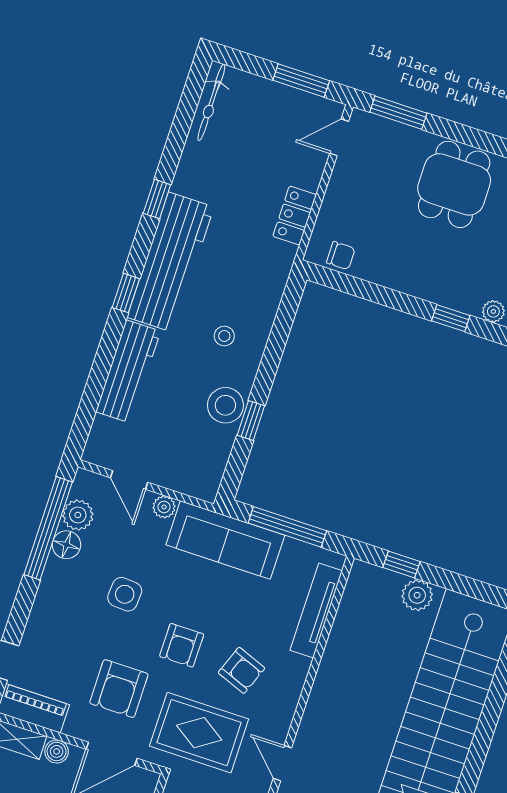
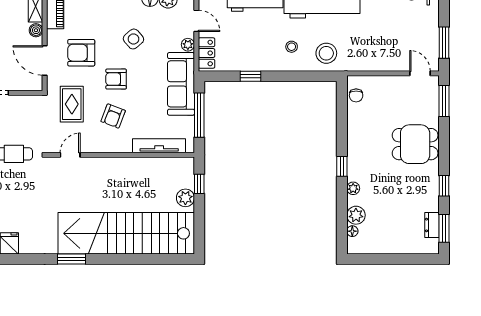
locker: (295, 216) -> (206, 53), moved, turned 90
stool: (225, 405) -> (326, 53), moved
door: (129, 480) -> (196, 21), swing flipped
side table: (125, 594) -> (133, 39), turned 45
rug: (199, 733) -> (72, 104), width x0.73, depth x0.70

